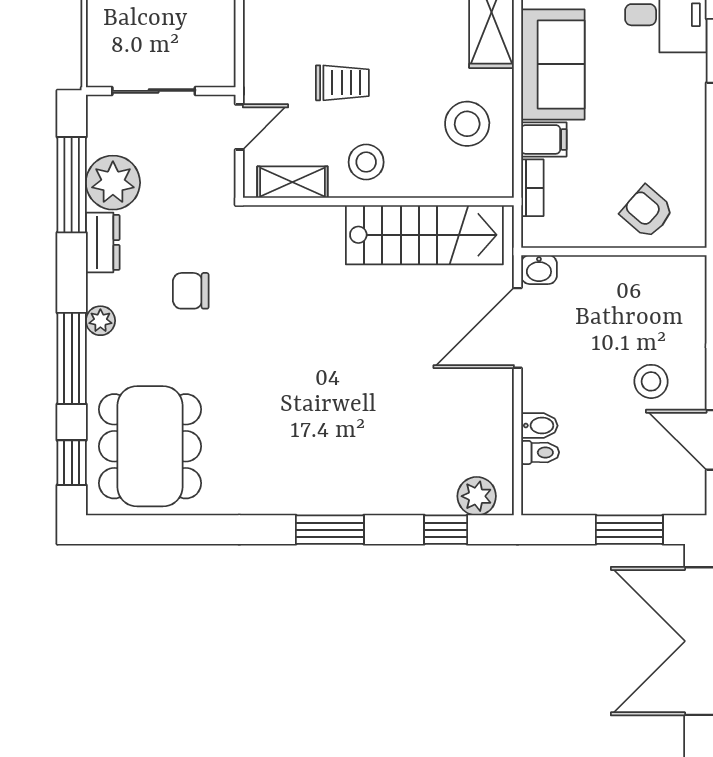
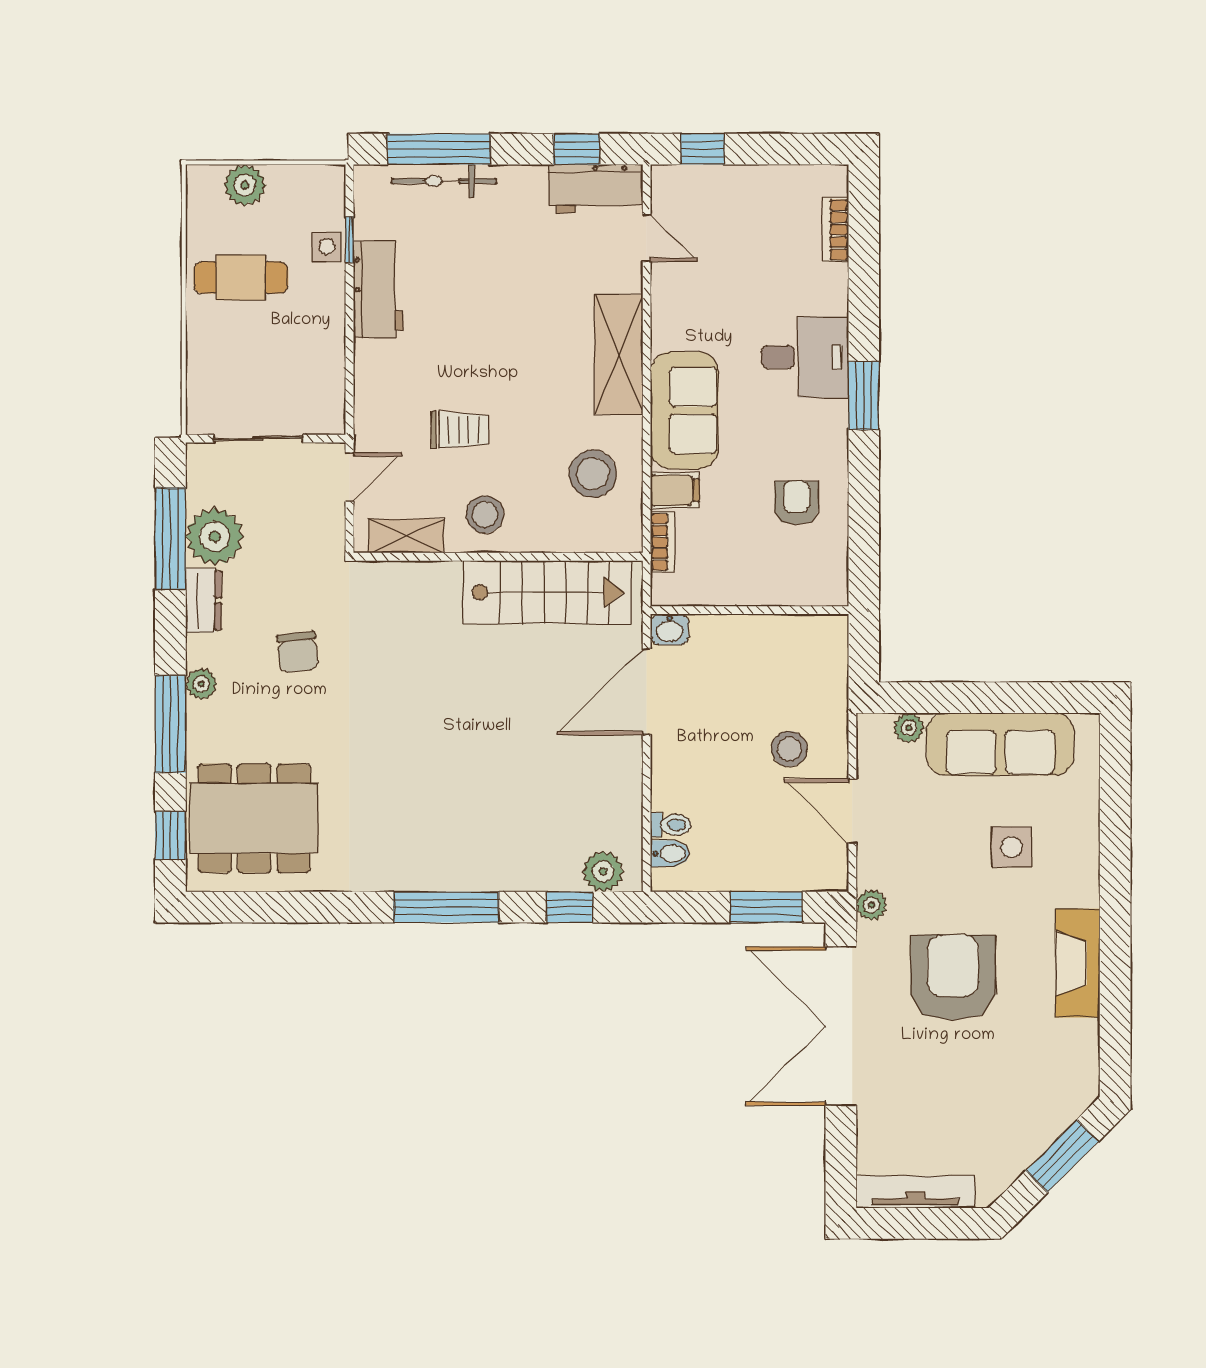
armchair: (647, 212) -> (796, 503), moved, turned 49
chair: (191, 291) -> (298, 652), turned -96
bidet: (539, 426) -> (670, 854), moved
dining table: (150, 446) -> (254, 818), turned 90
window: (330, 530) -> (446, 907), width x1.44

